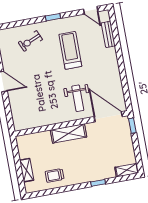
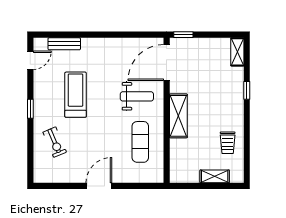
treadmill: (70, 50) -> (76, 95), turned 90
exercise mat: (43, 107) -> (140, 142), added

